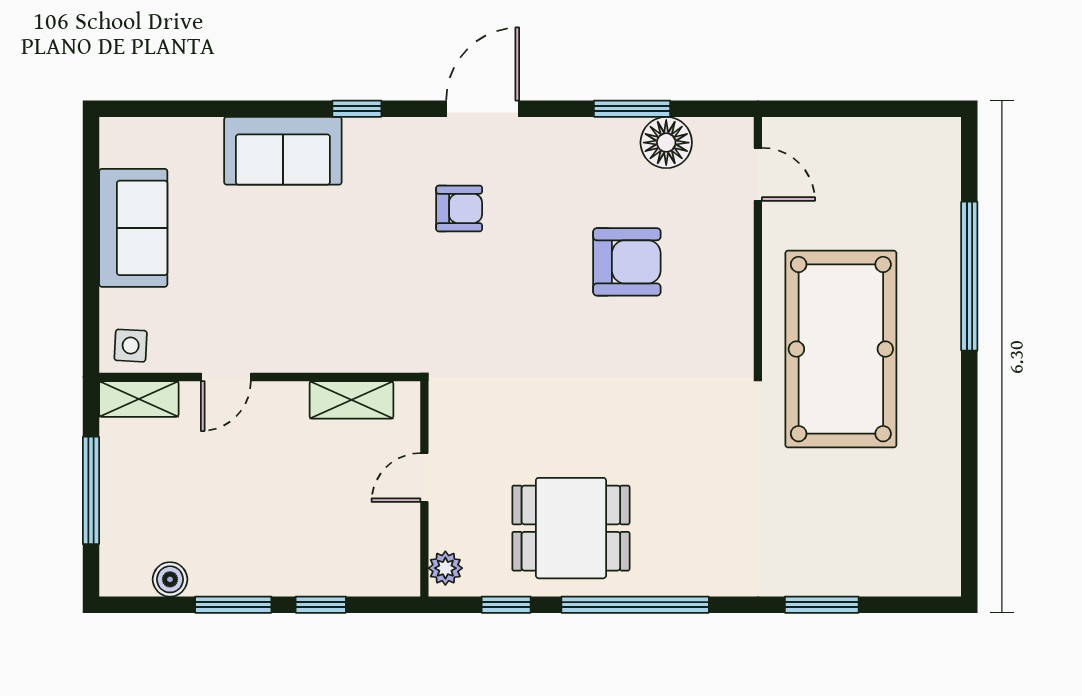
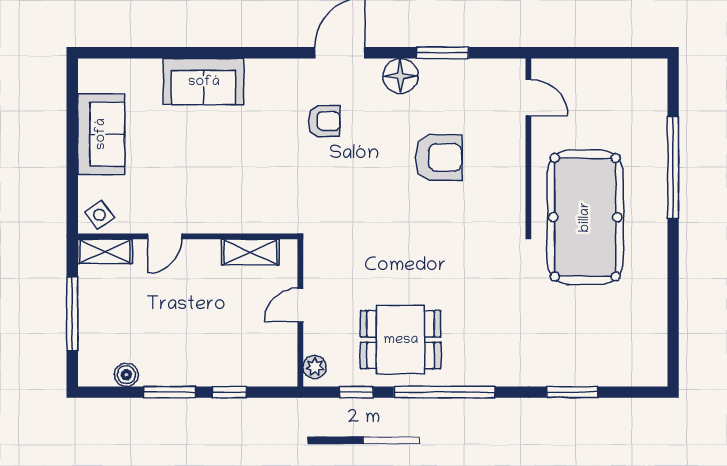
window: (357, 109) -> (254, 53), removed
floor lamp: (666, 143) -> (400, 76), moved
side table: (131, 346) -> (99, 215), turned -38

